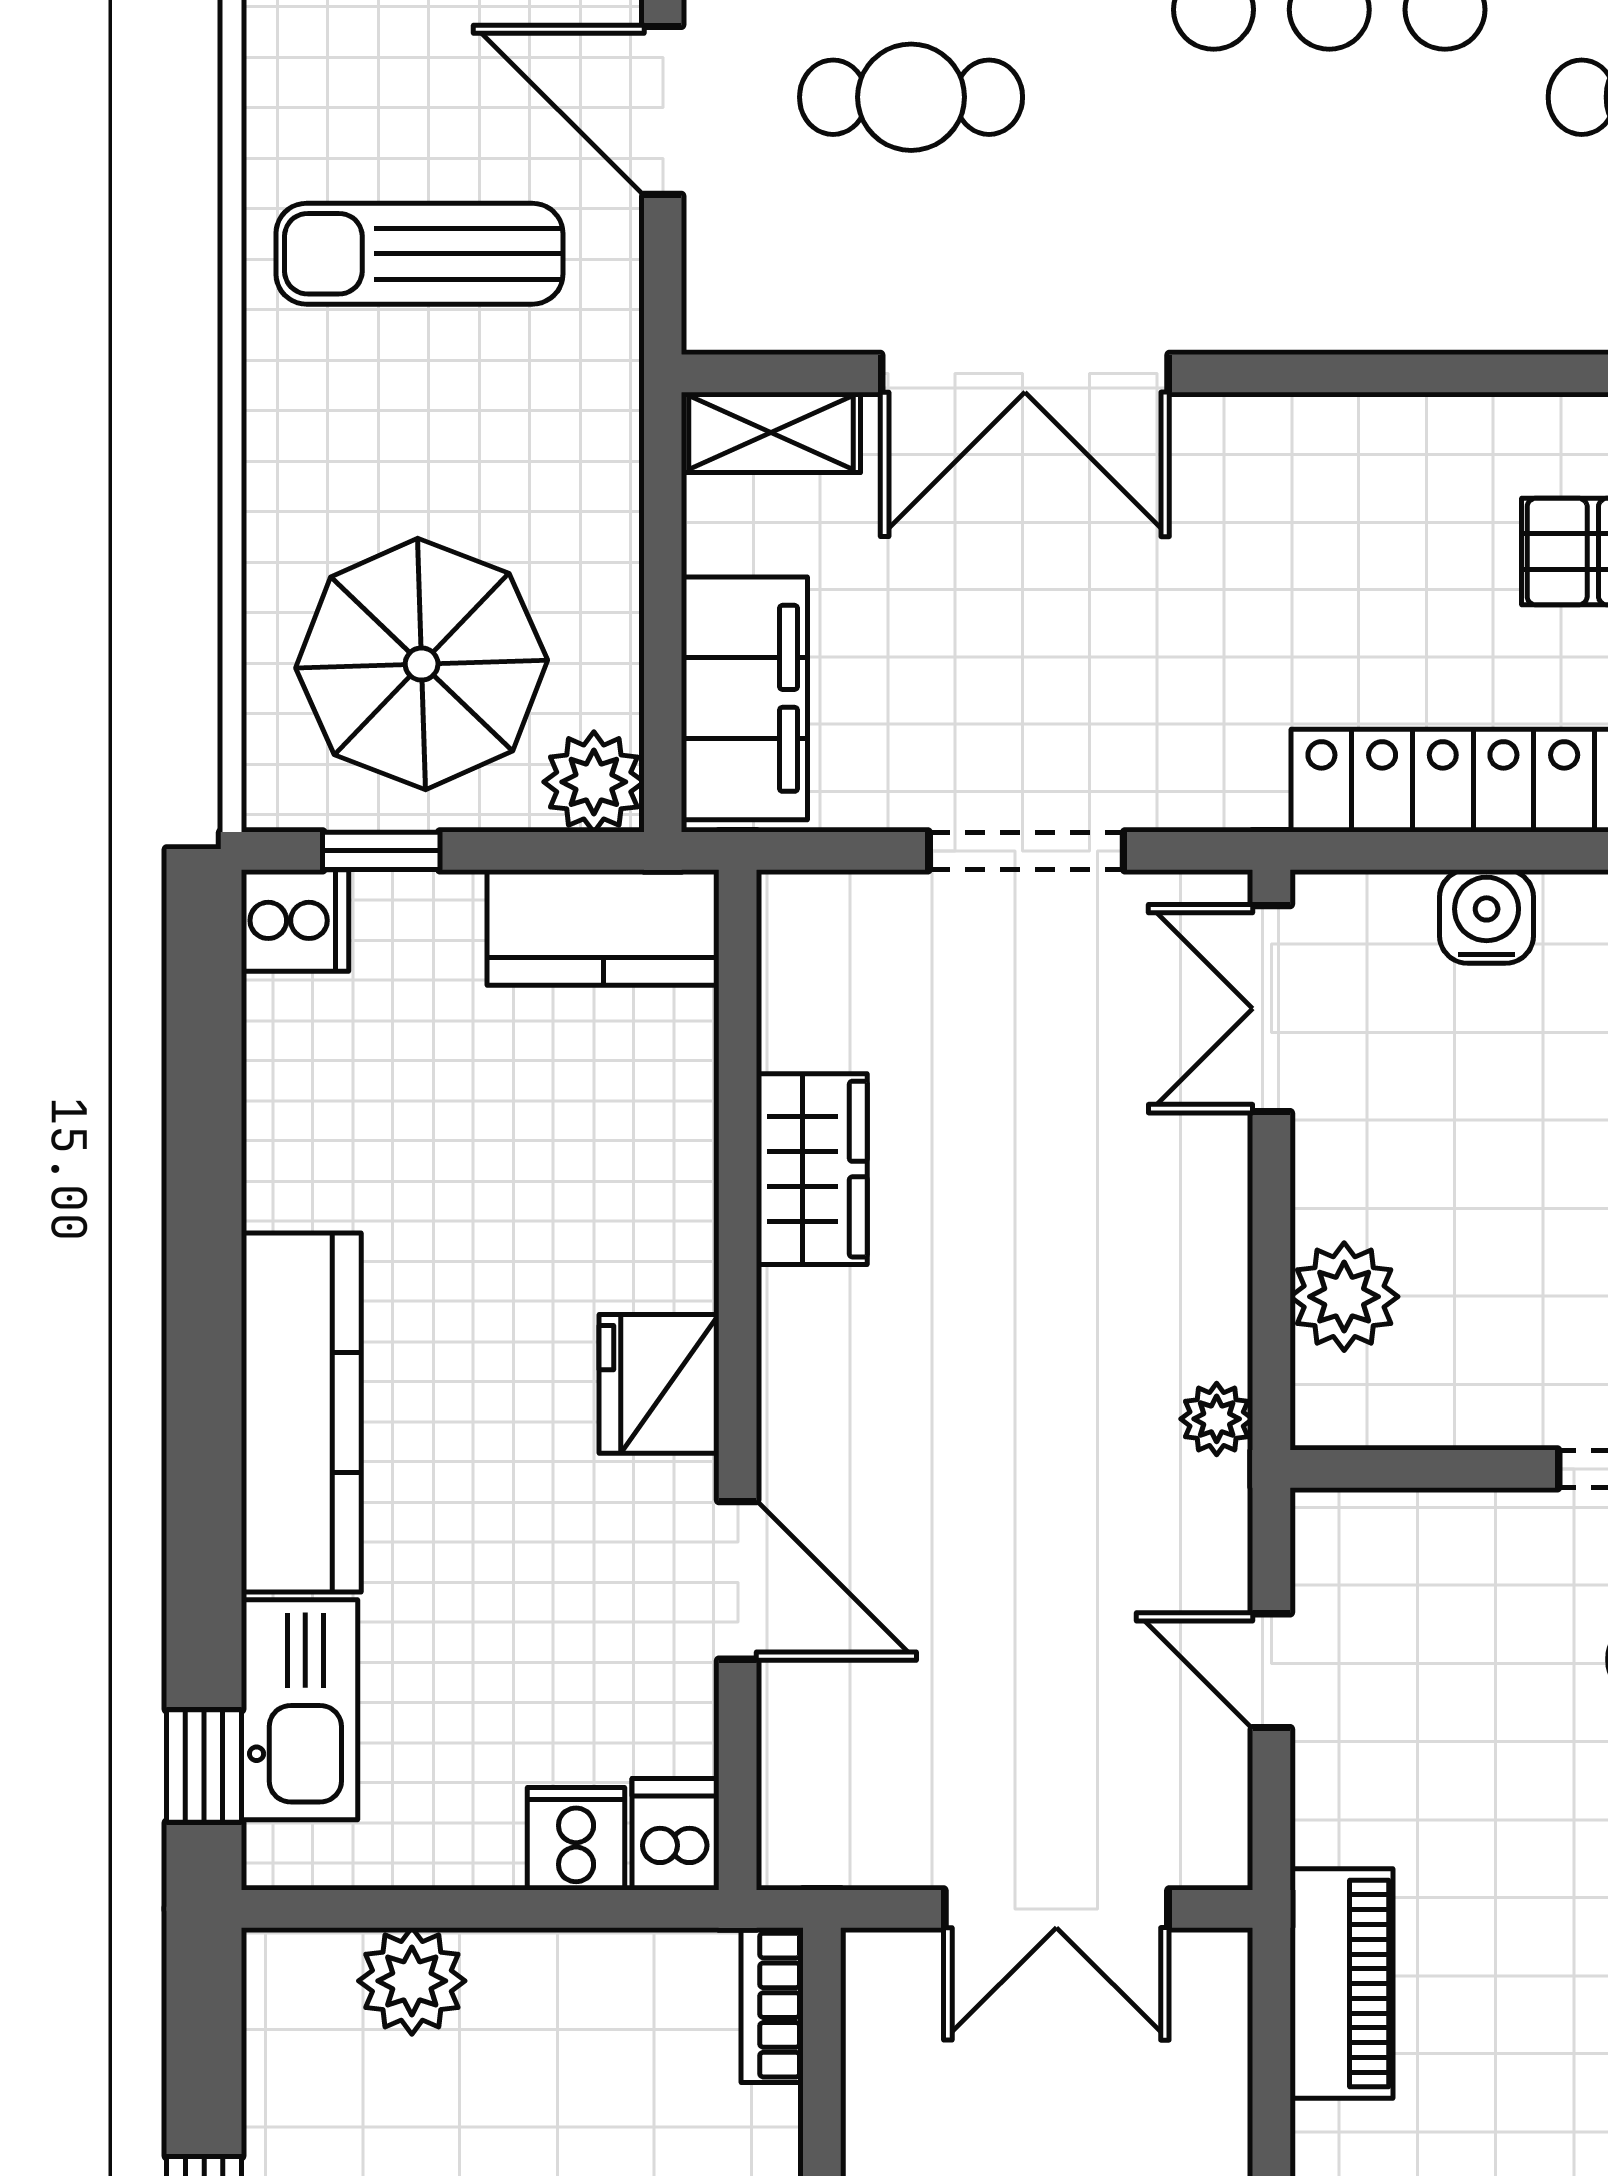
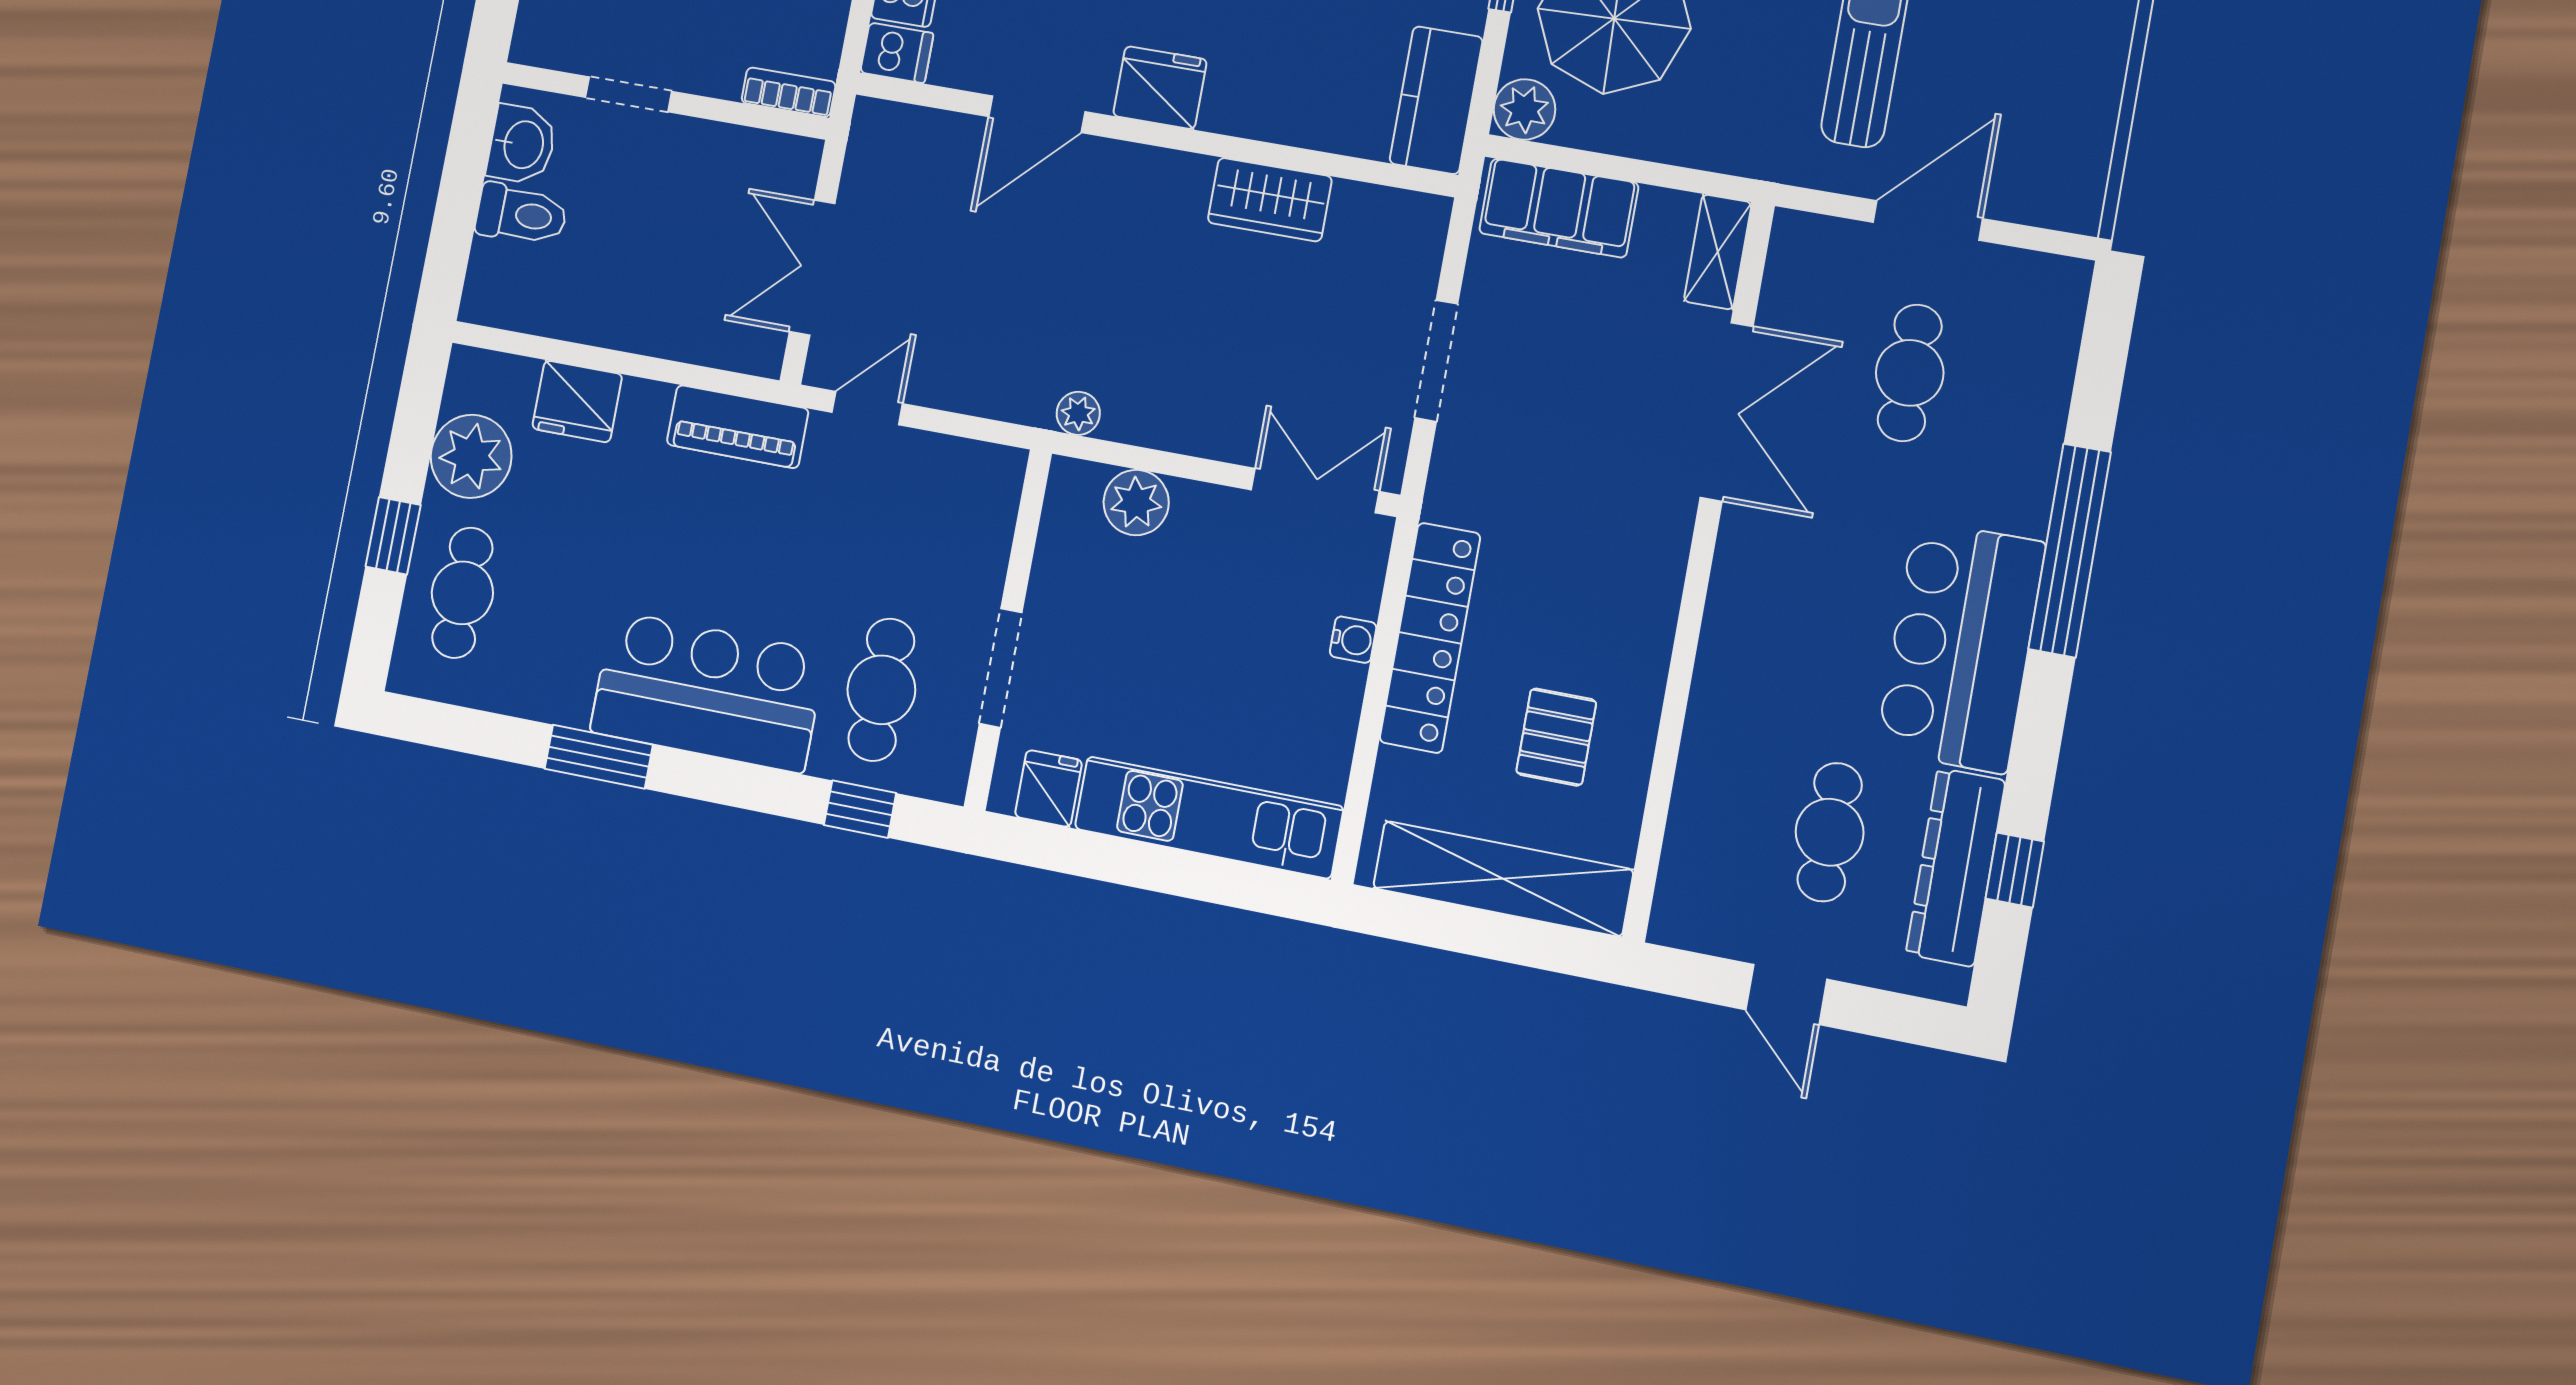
double door: (1025, 373) -> (1727, 412), swing flipped
water cooler: (1487, 916) -> (1353, 640), width x0.72, depth x0.72
door: (1271, 1671) -> (867, 408), moved

